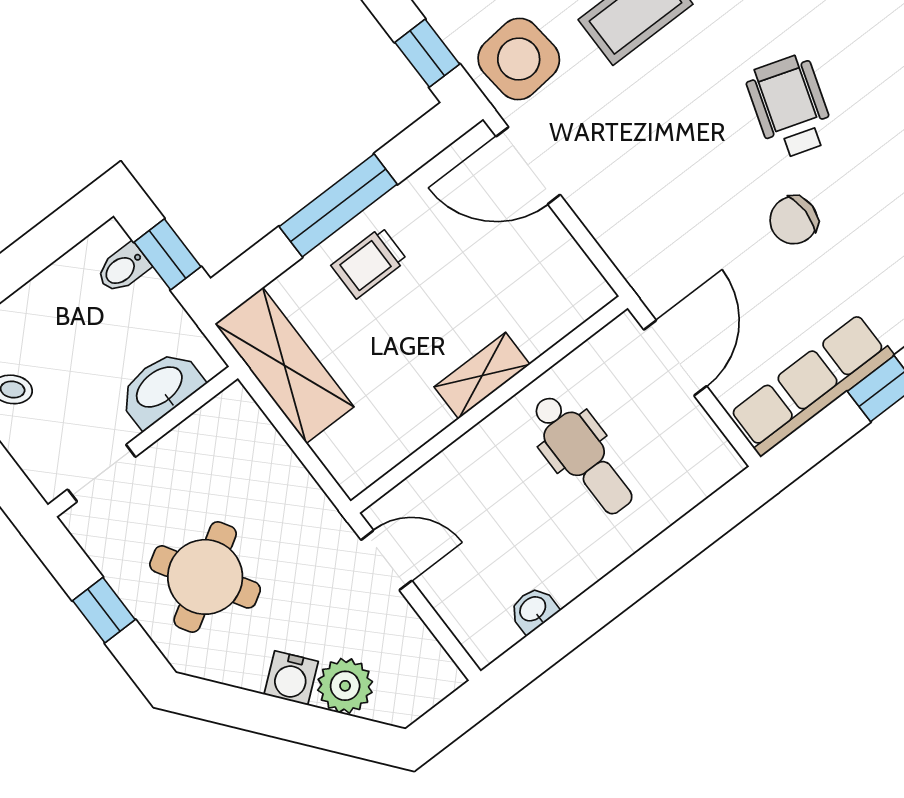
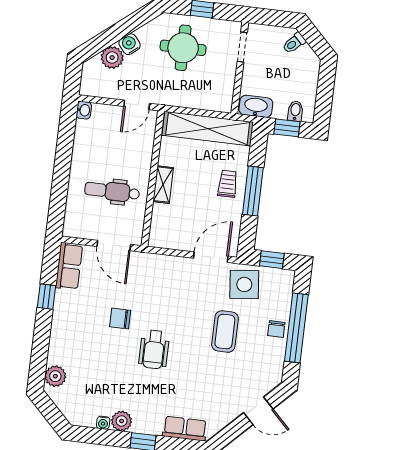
wheelchair: (790, 107) -> (154, 349), turned 72
chair: (794, 220) -> (120, 319), turned -90
shelving: (284, 365) -> (208, 129), width x1.47
row of seats: (811, 385) -> (69, 266), width x0.68
washbasin: (160, 388) -> (256, 106), moved, turned -90
round table: (205, 577) -> (183, 48), turned 31
washbasin: (533, 610) -> (84, 110), moved

